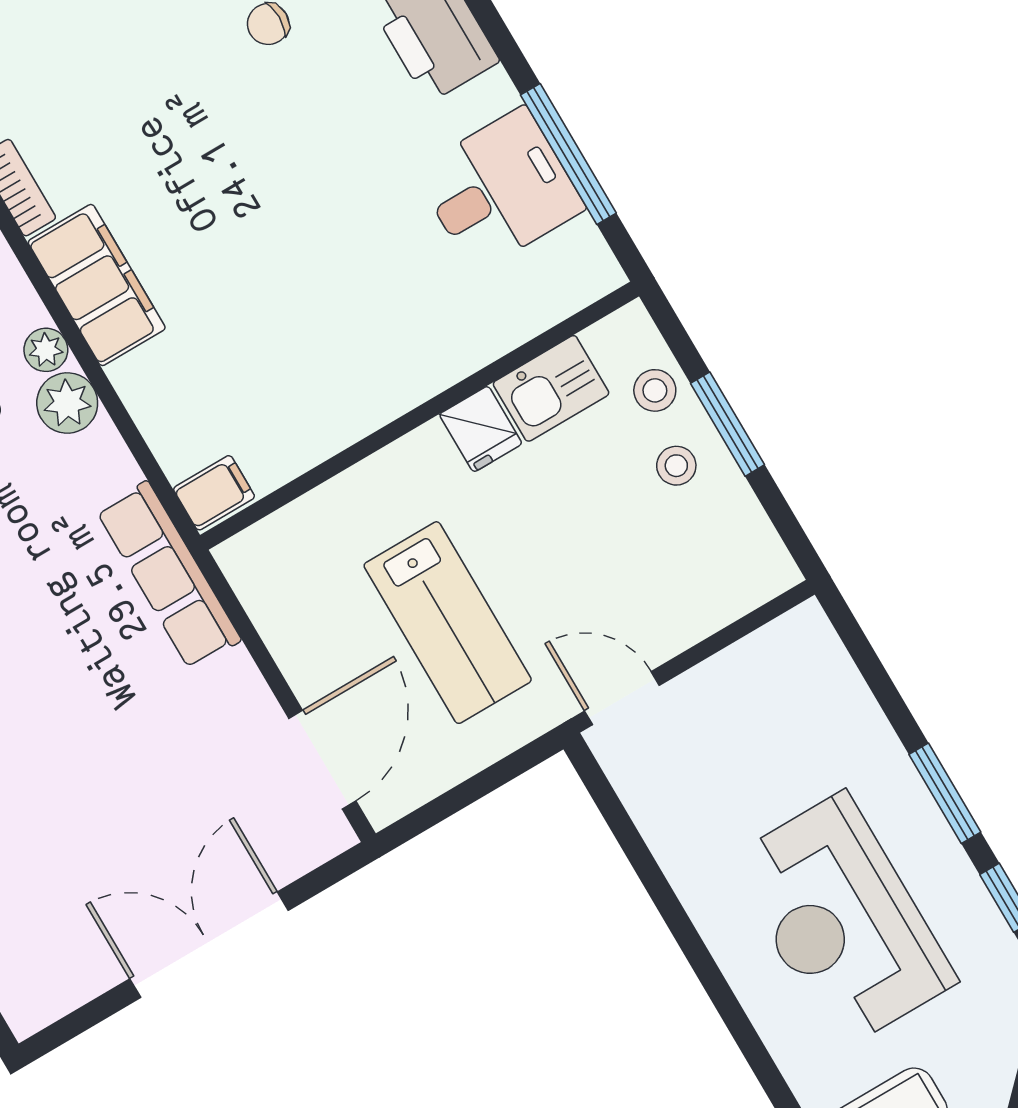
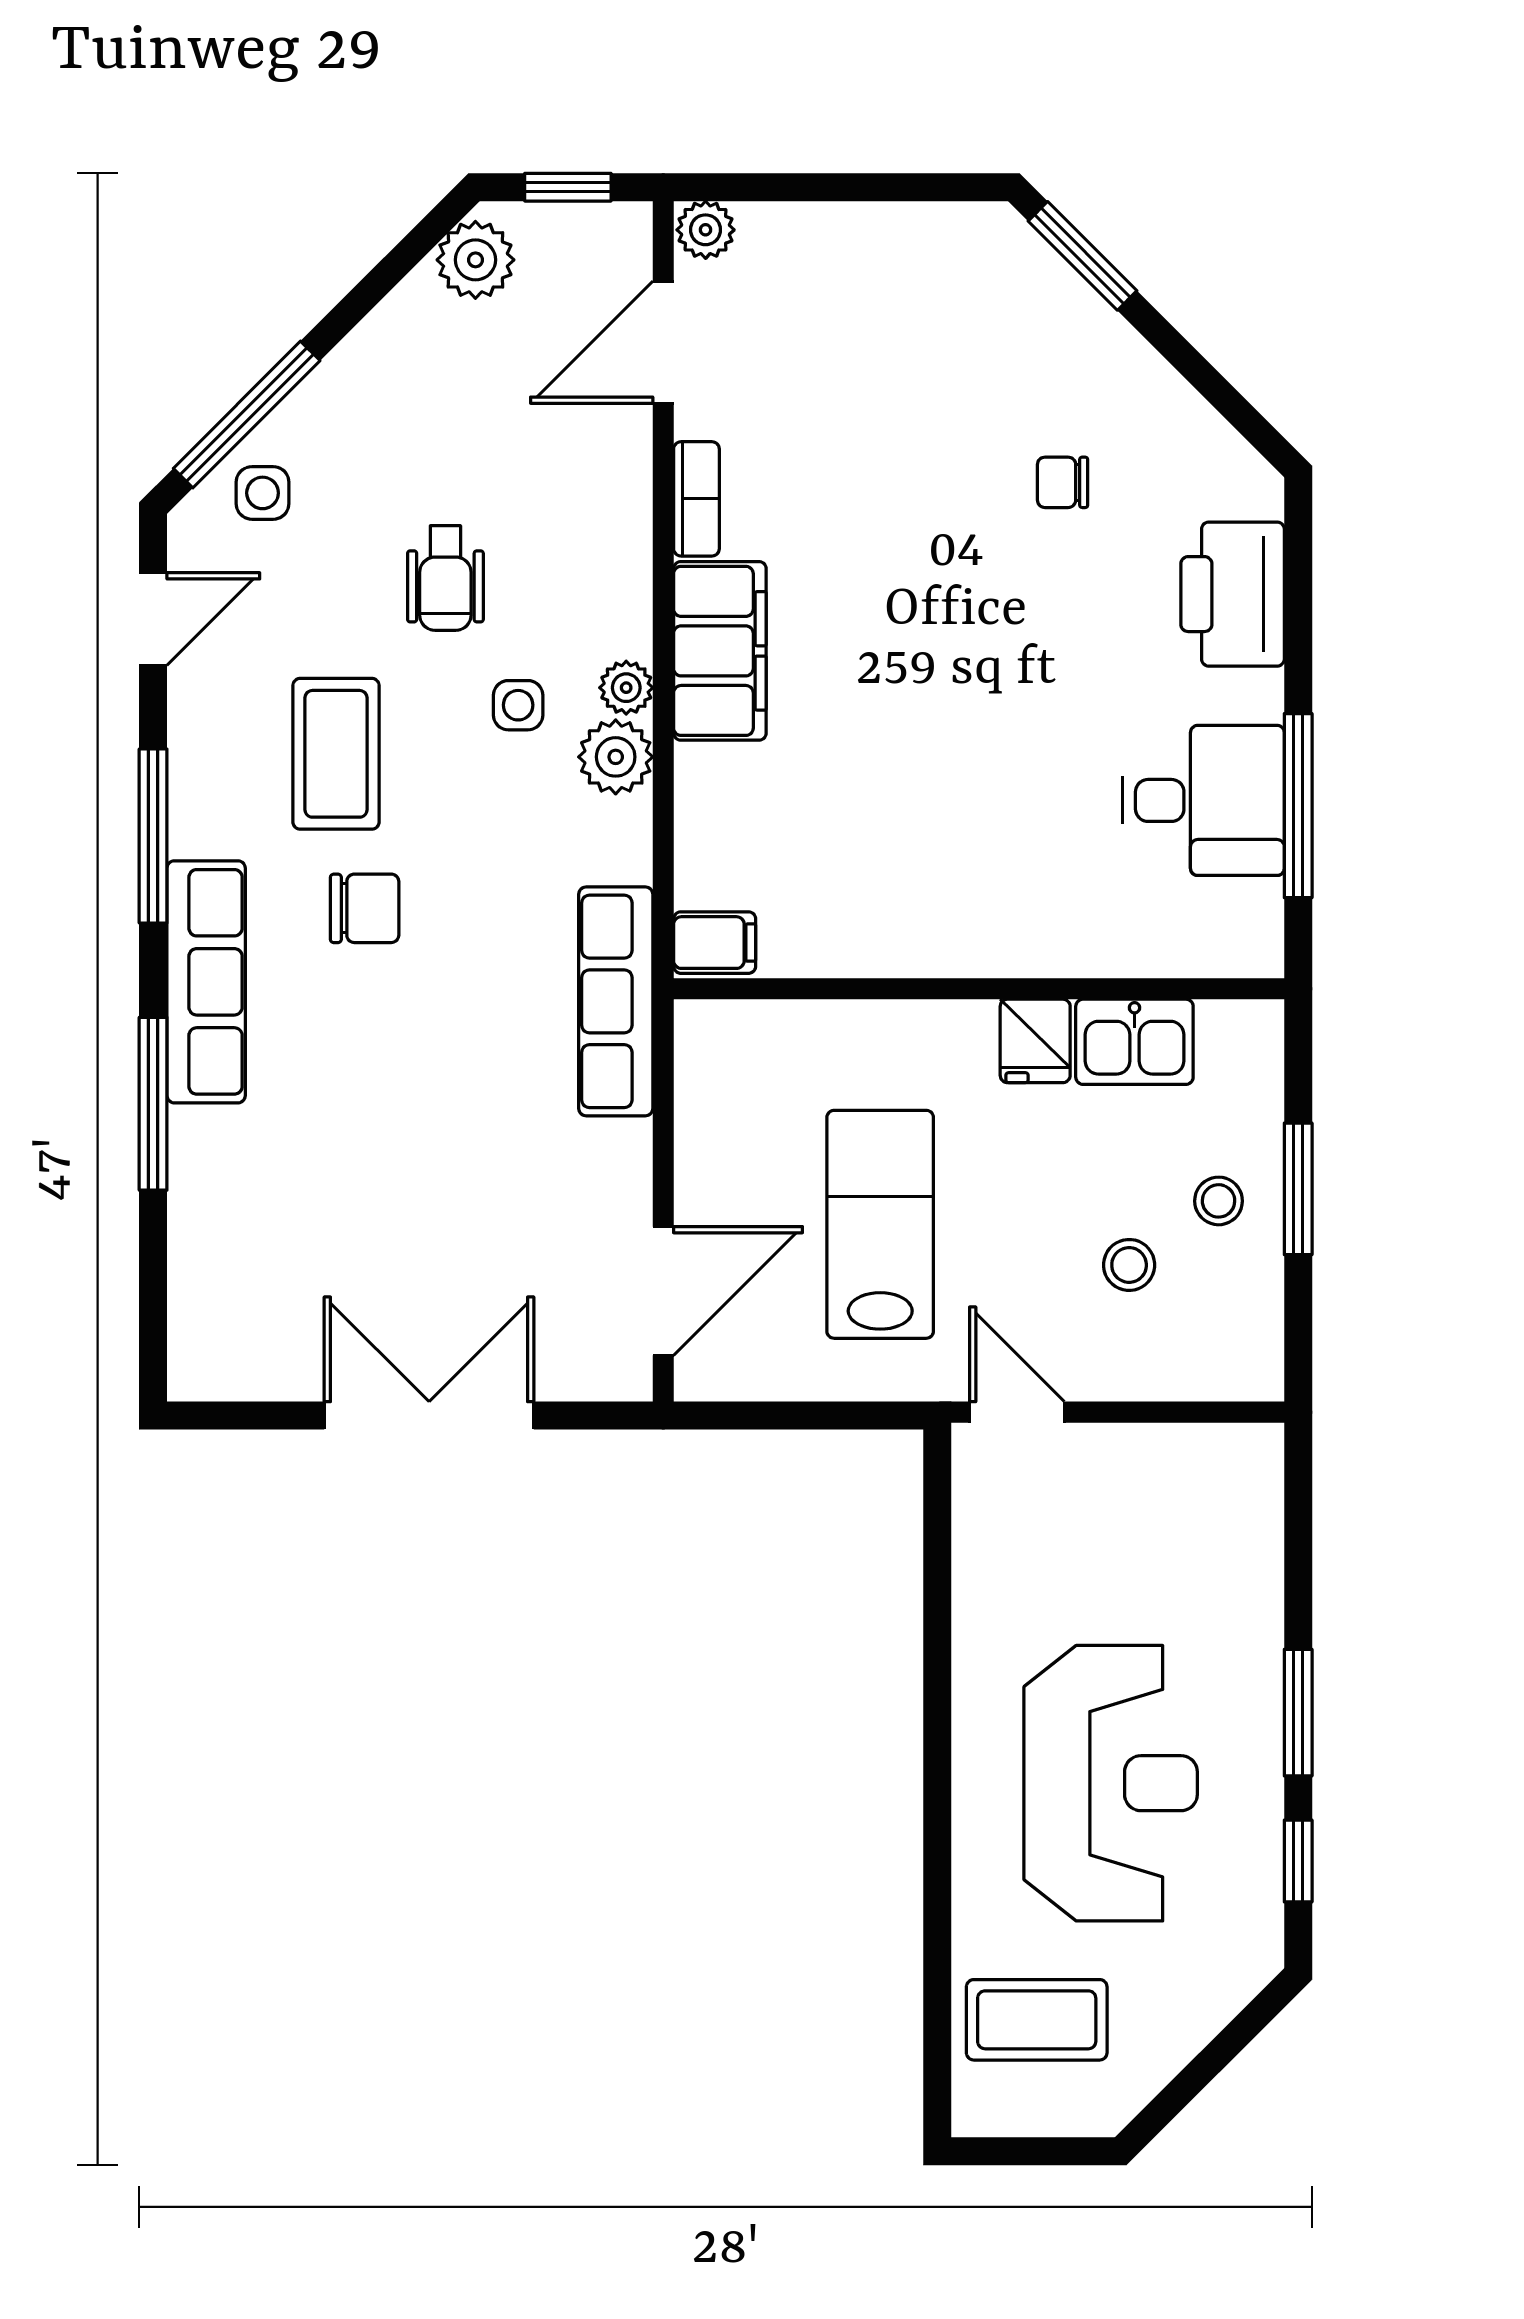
stool: (655, 390) -> (1129, 1265), moved
lab bench: (448, 623) -> (880, 1224), turned 180
reception desk: (842, 921) -> (1111, 1783), turned 180

